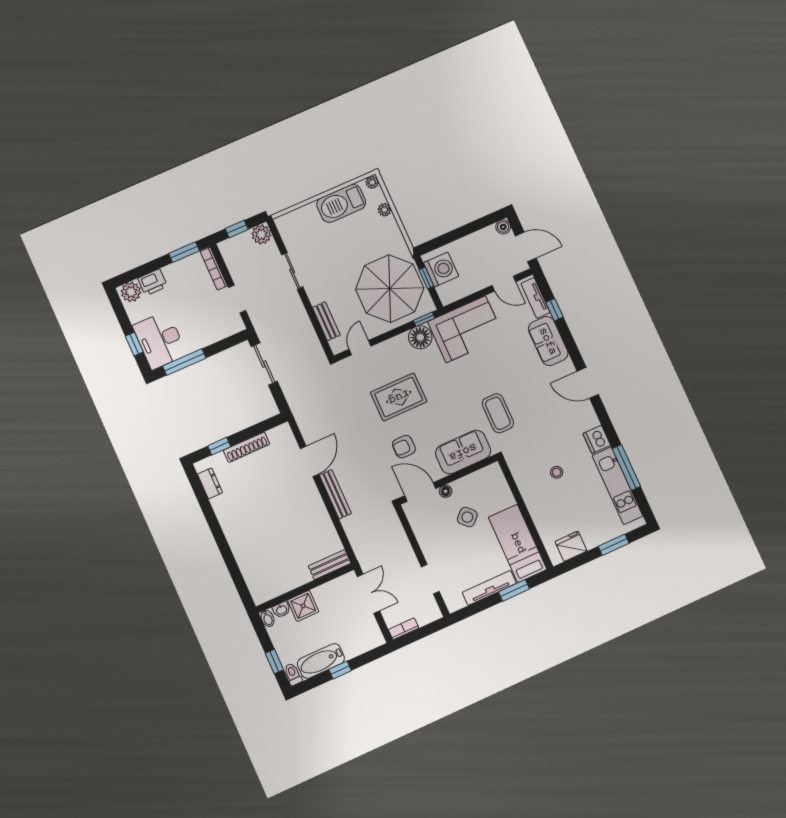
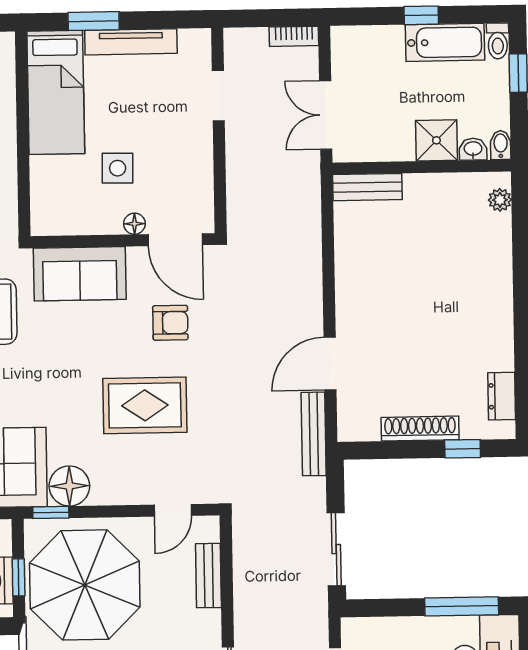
bench: (335, 494) -> (314, 434), moved
side table: (467, 517) -> (118, 168), turned 45
plant: (255, 589) -> (500, 200), added

